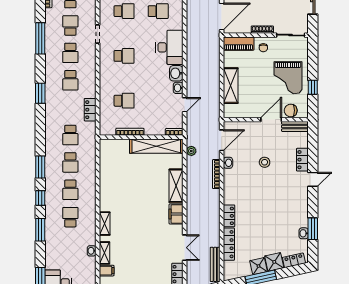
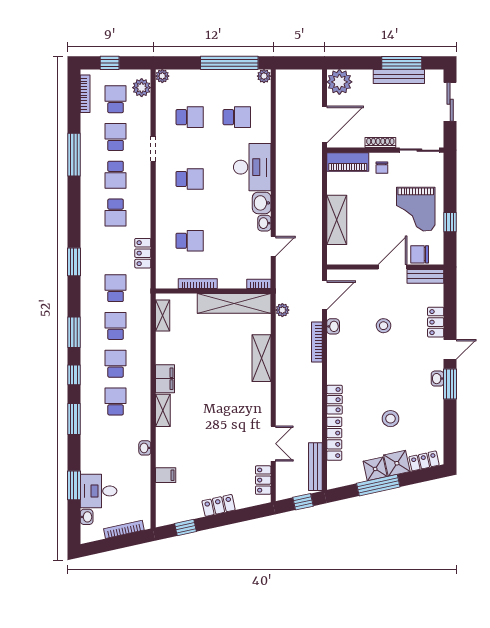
window: (40, 93) -> (74, 262), moved
school desk: (70, 135) -> (116, 288), turned 180
school desk: (70, 162) -> (116, 326), turned 180
school desk: (70, 190) -> (116, 364), turned 180
filing cabinet: (176, 214) -> (165, 379), moved, turned 180
window: (313, 229) -> (450, 384), moved
stool: (270, 230) -> (390, 419), added
washbasin: (304, 233) -> (437, 379), moved
shelving: (104, 253) -> (163, 315), moved

